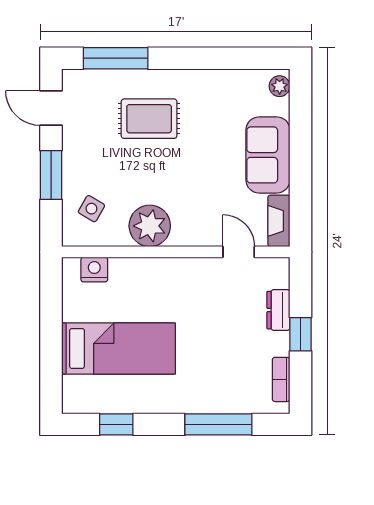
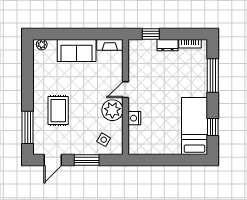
door: (239, 252) -> (126, 90), moved
nightstand: (94, 270) -> (134, 118), moved
dresser: (278, 310) -> (167, 45), moved
window: (301, 334) -> (151, 34), moved
bed: (118, 348) -> (194, 126), moved

